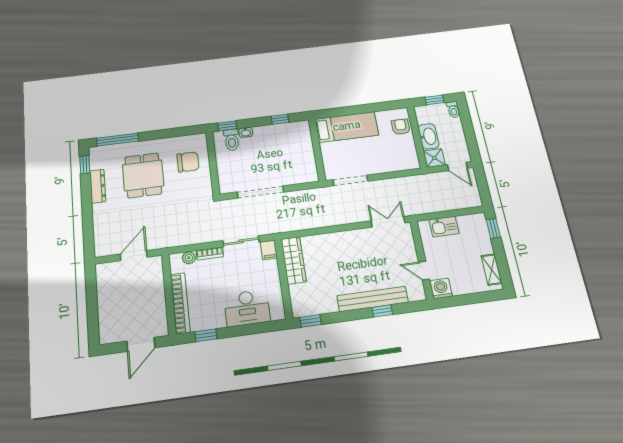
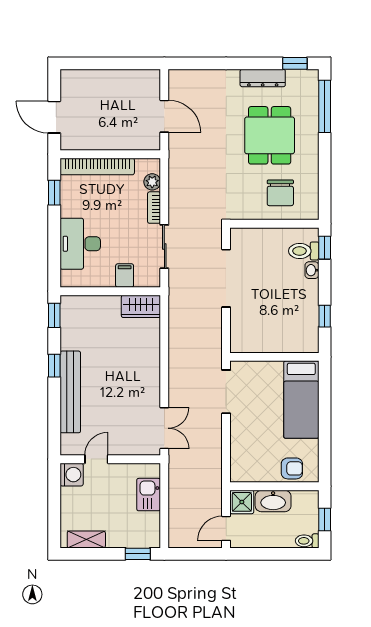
dining table: (143, 175) -> (270, 135), turned 90
filing cabinet: (269, 250) -> (125, 276), moved, turned 90
wardrobe: (294, 260) -> (141, 306), width x0.67
window: (382, 311) -> (54, 366), moved

